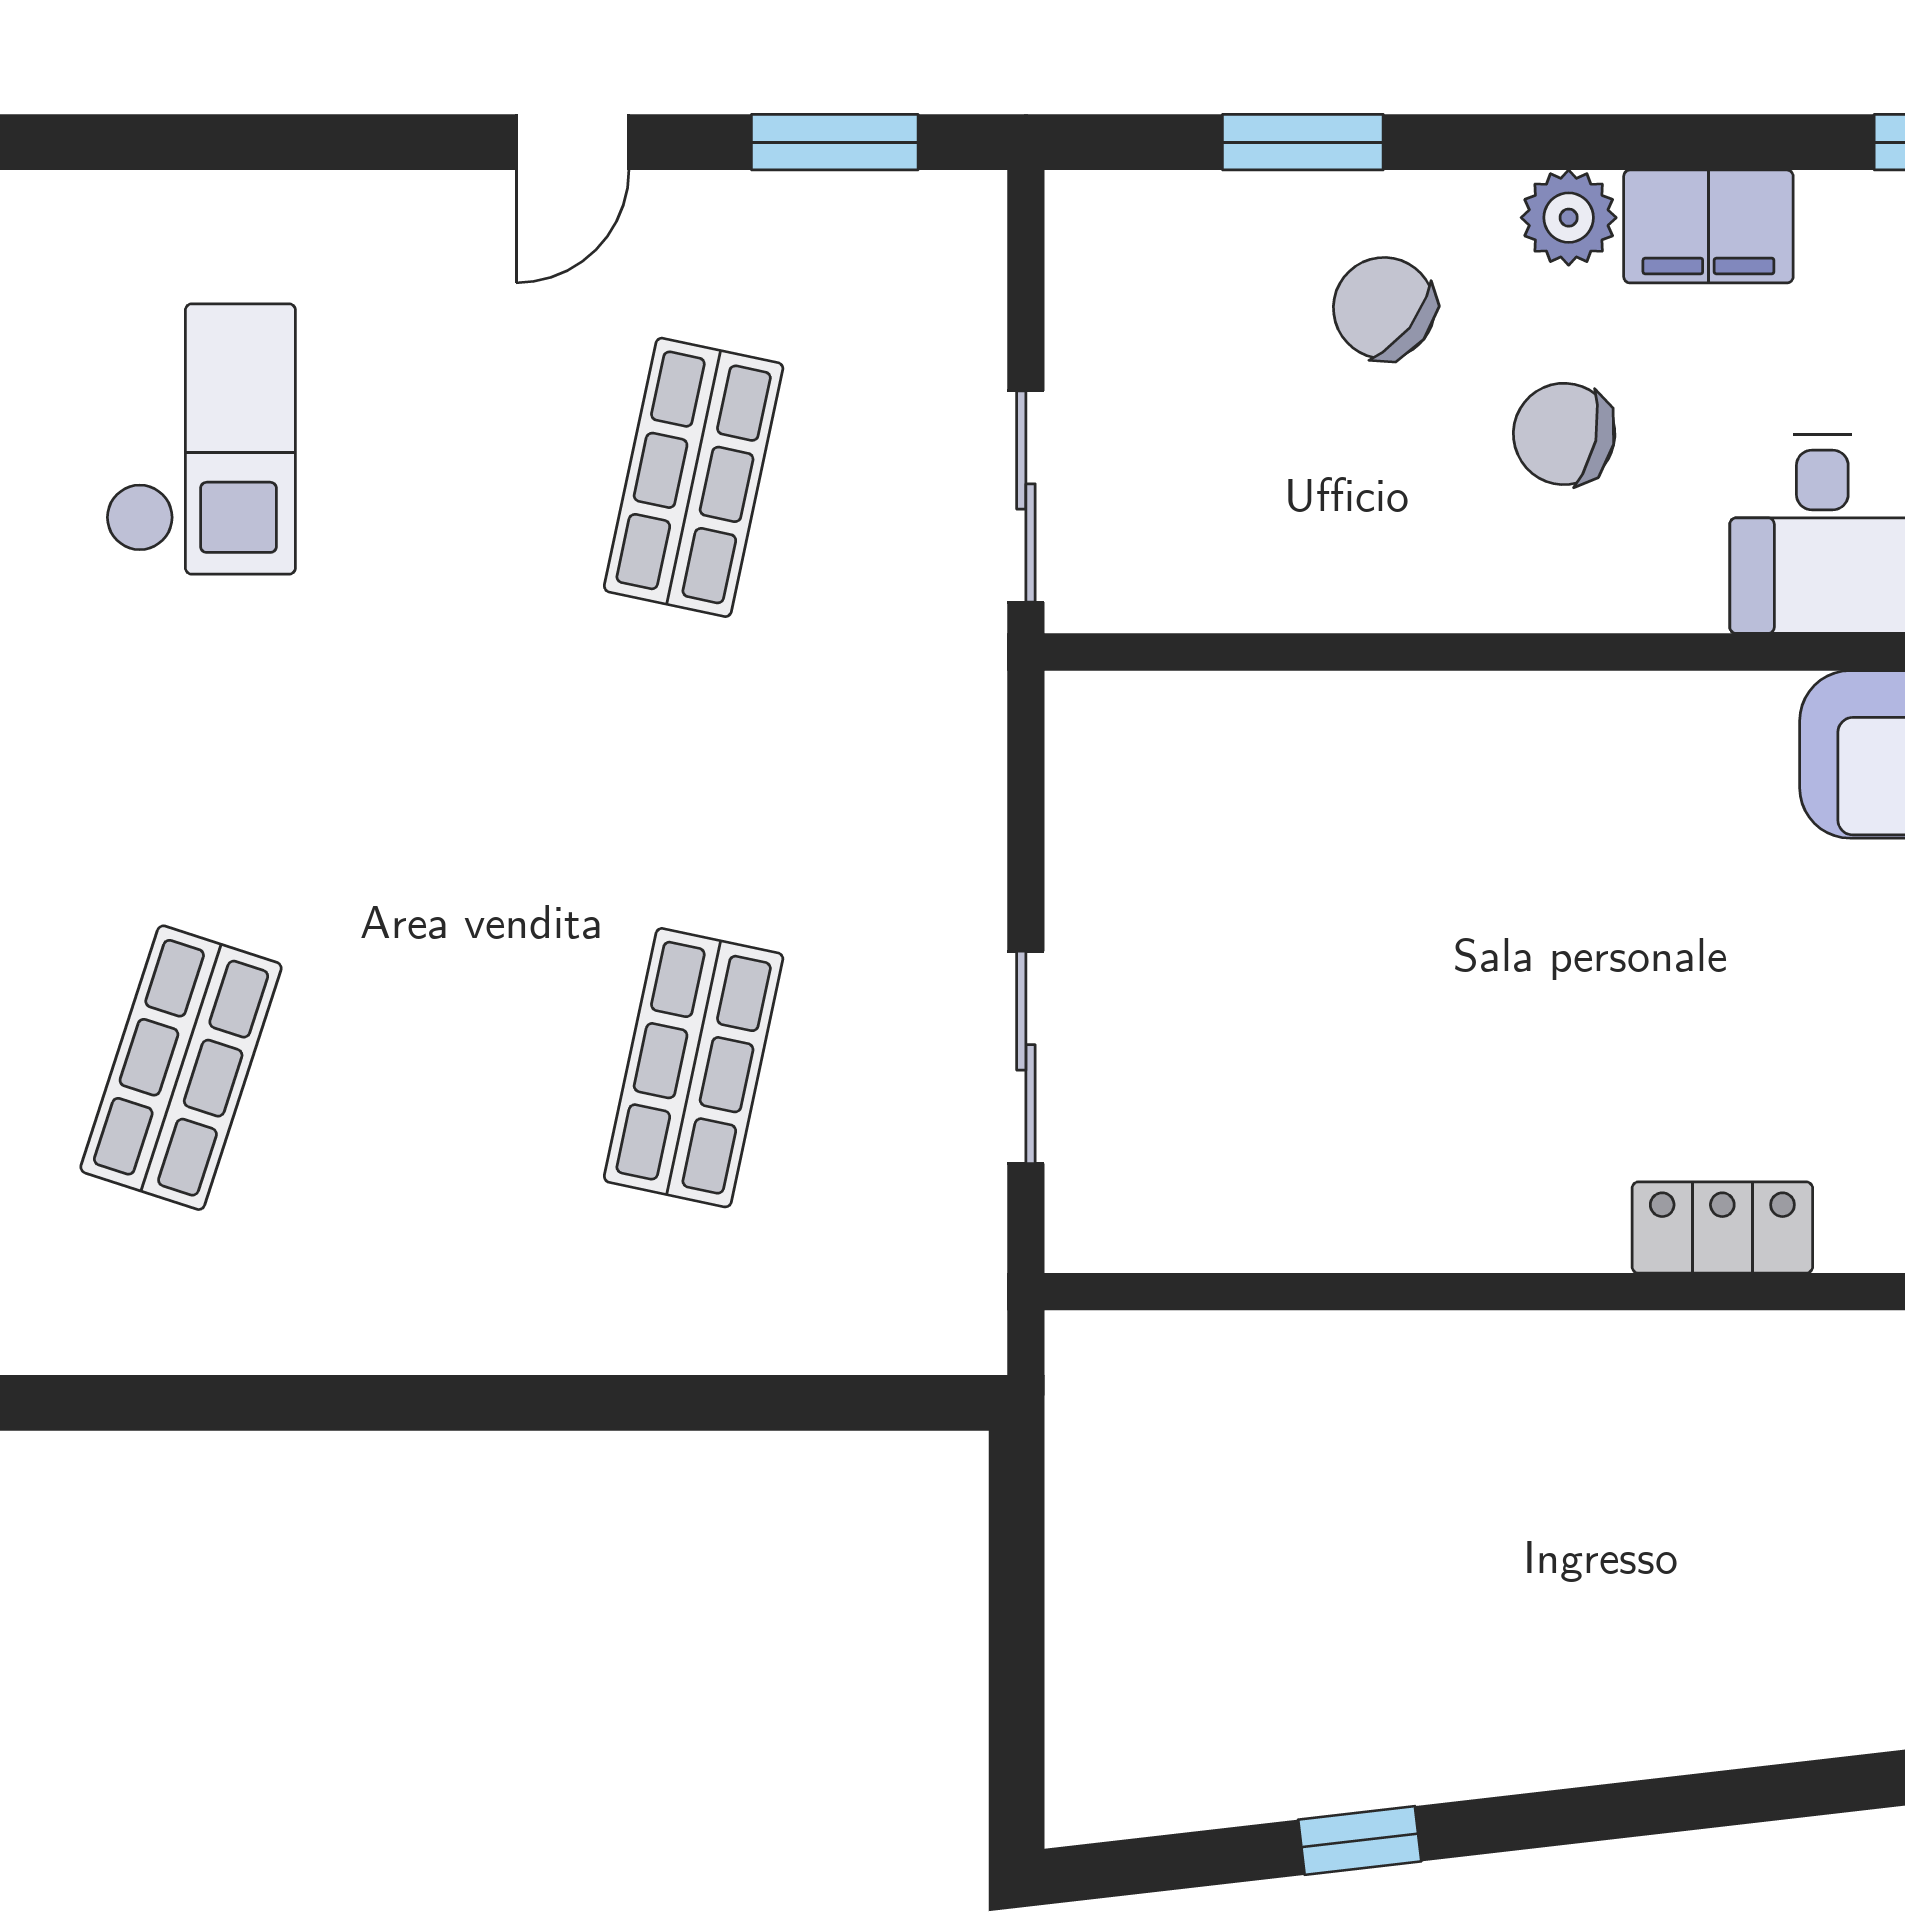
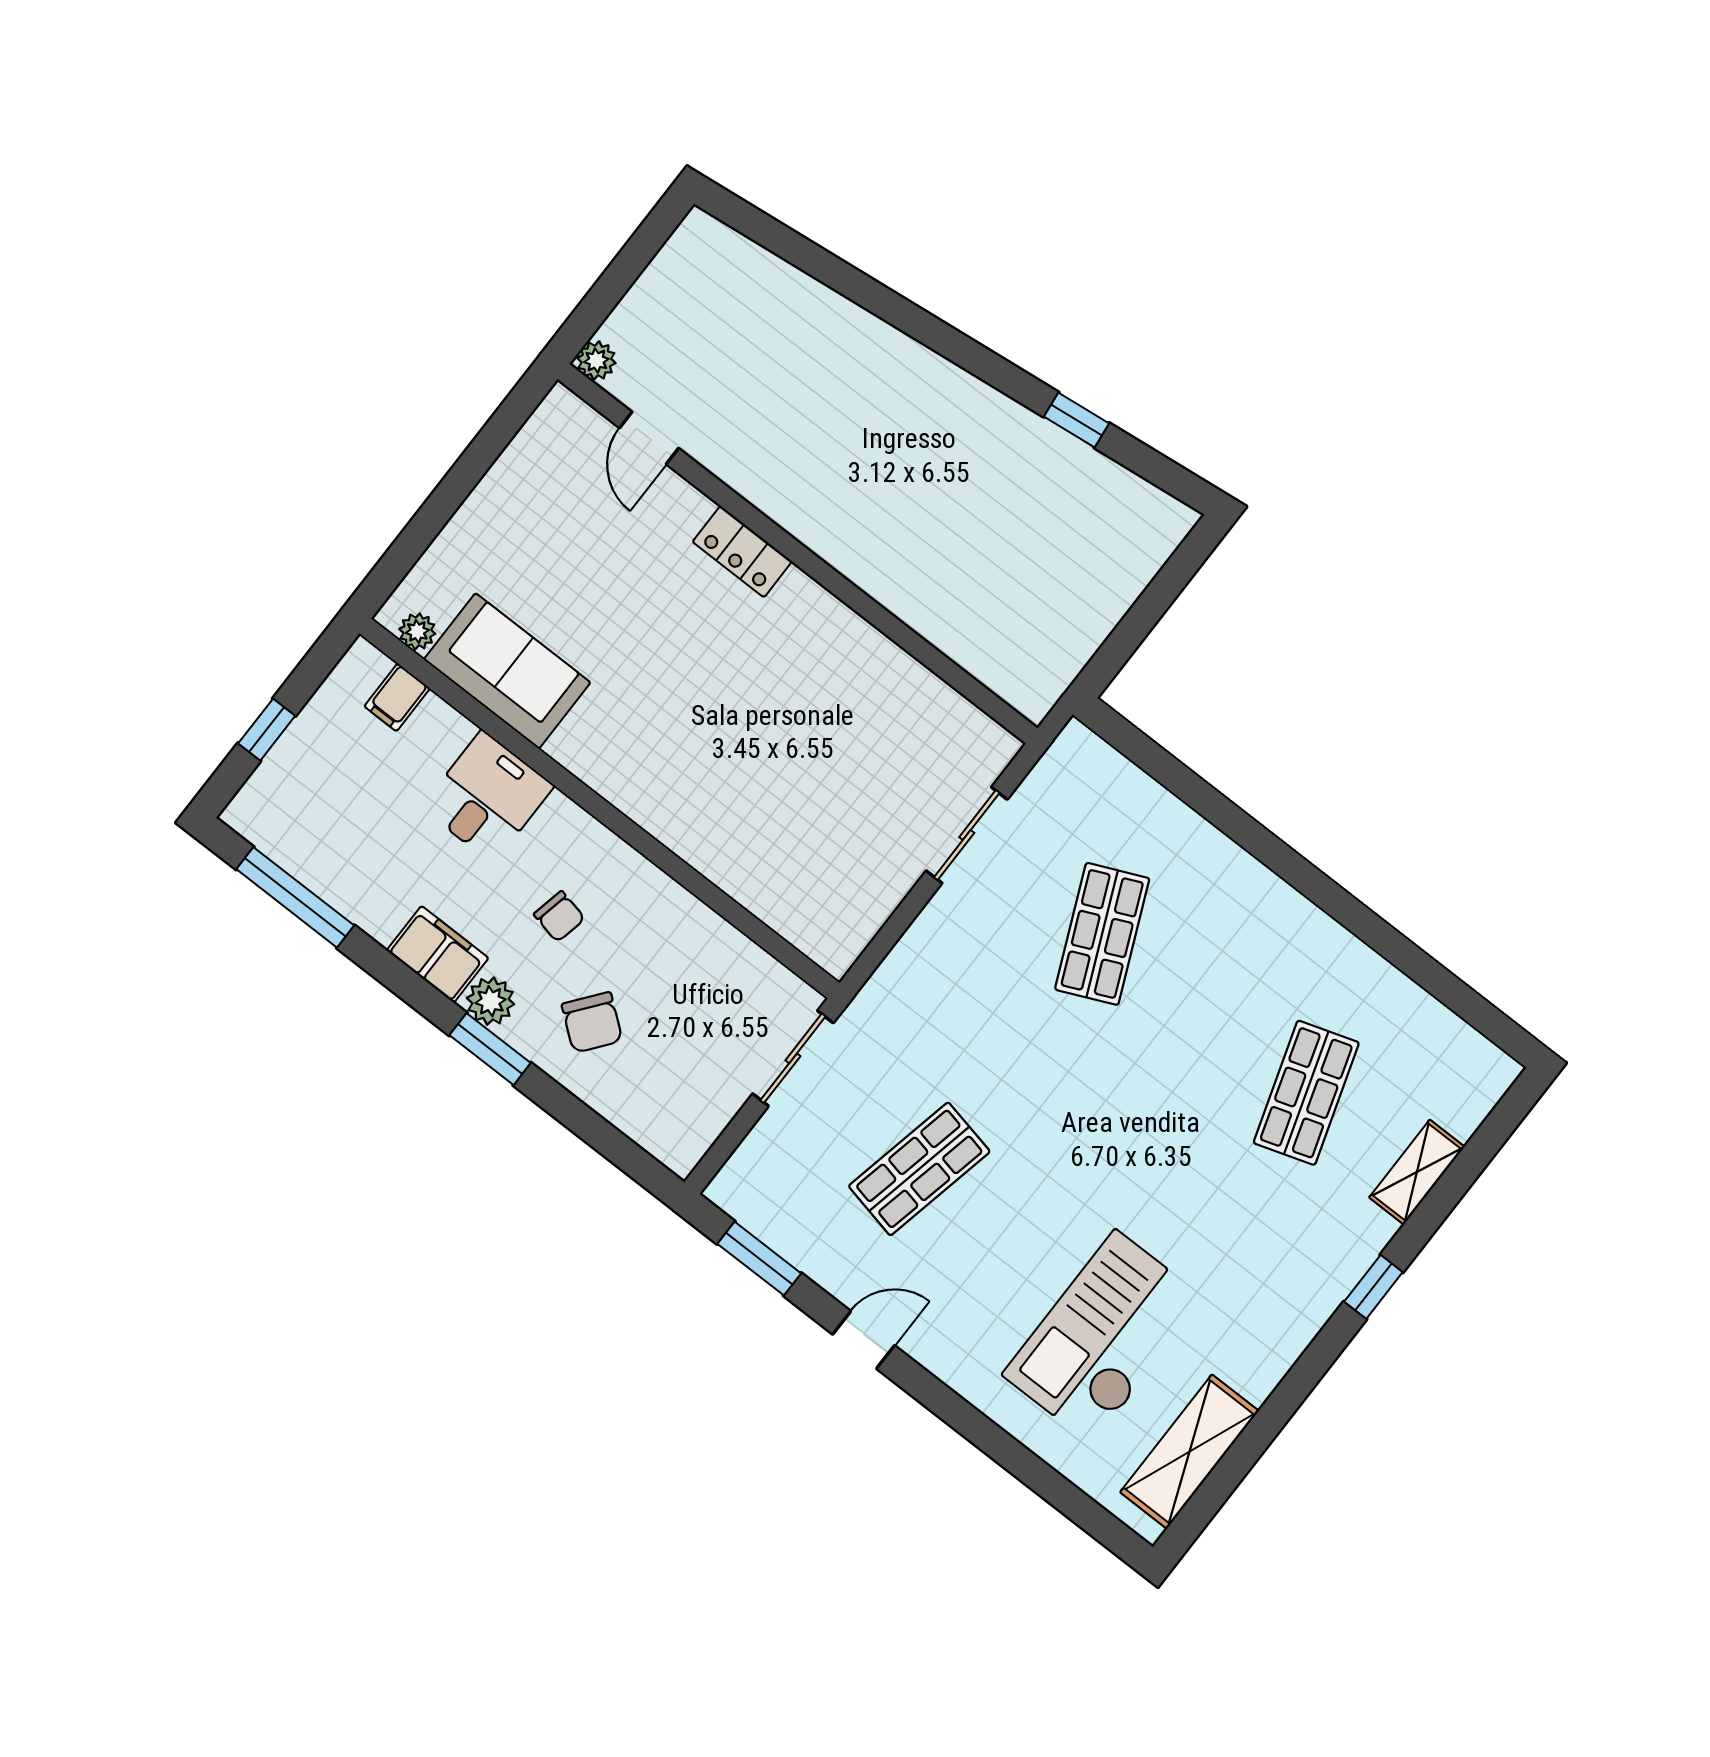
window: (1303, 142) -> (490, 1049), moved
chair: (1564, 434) -> (559, 916), width x0.73, depth x0.73
checkout: (201, 439) -> (1104, 1337), width x1.36, depth x1.21
shop shelf: (181, 1068) -> (1306, 1093), turned -36
shop shelf: (694, 1068) -> (1102, 934), turned -36

